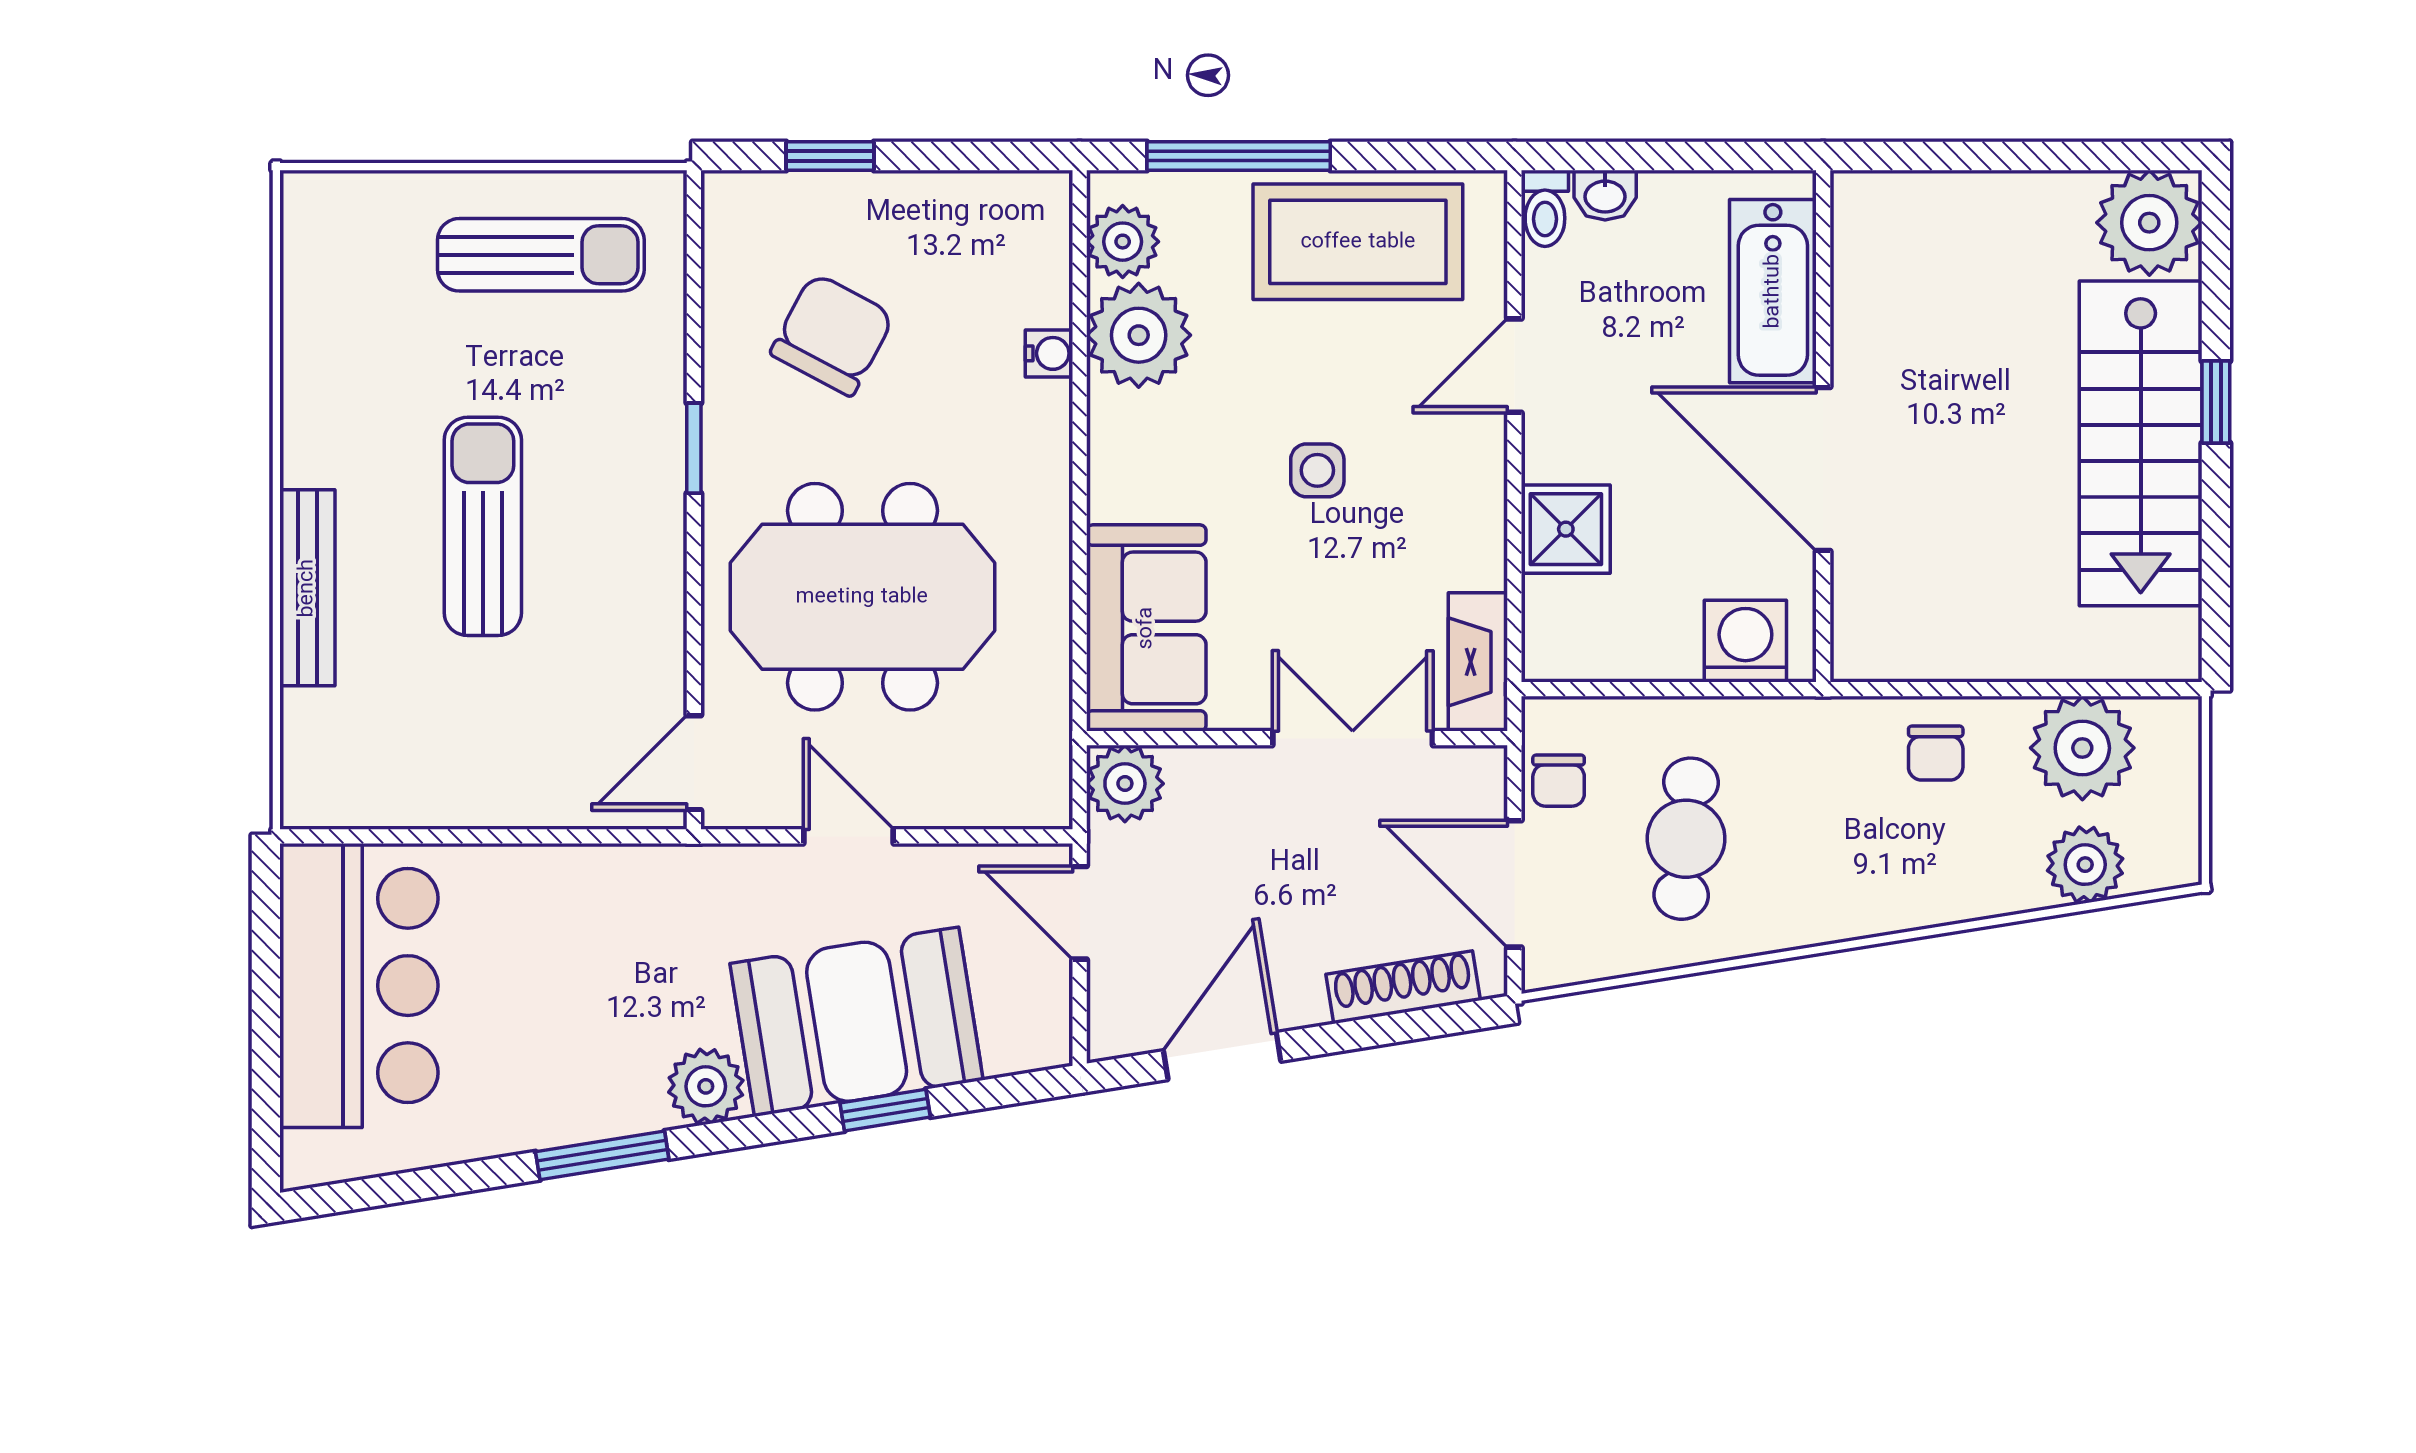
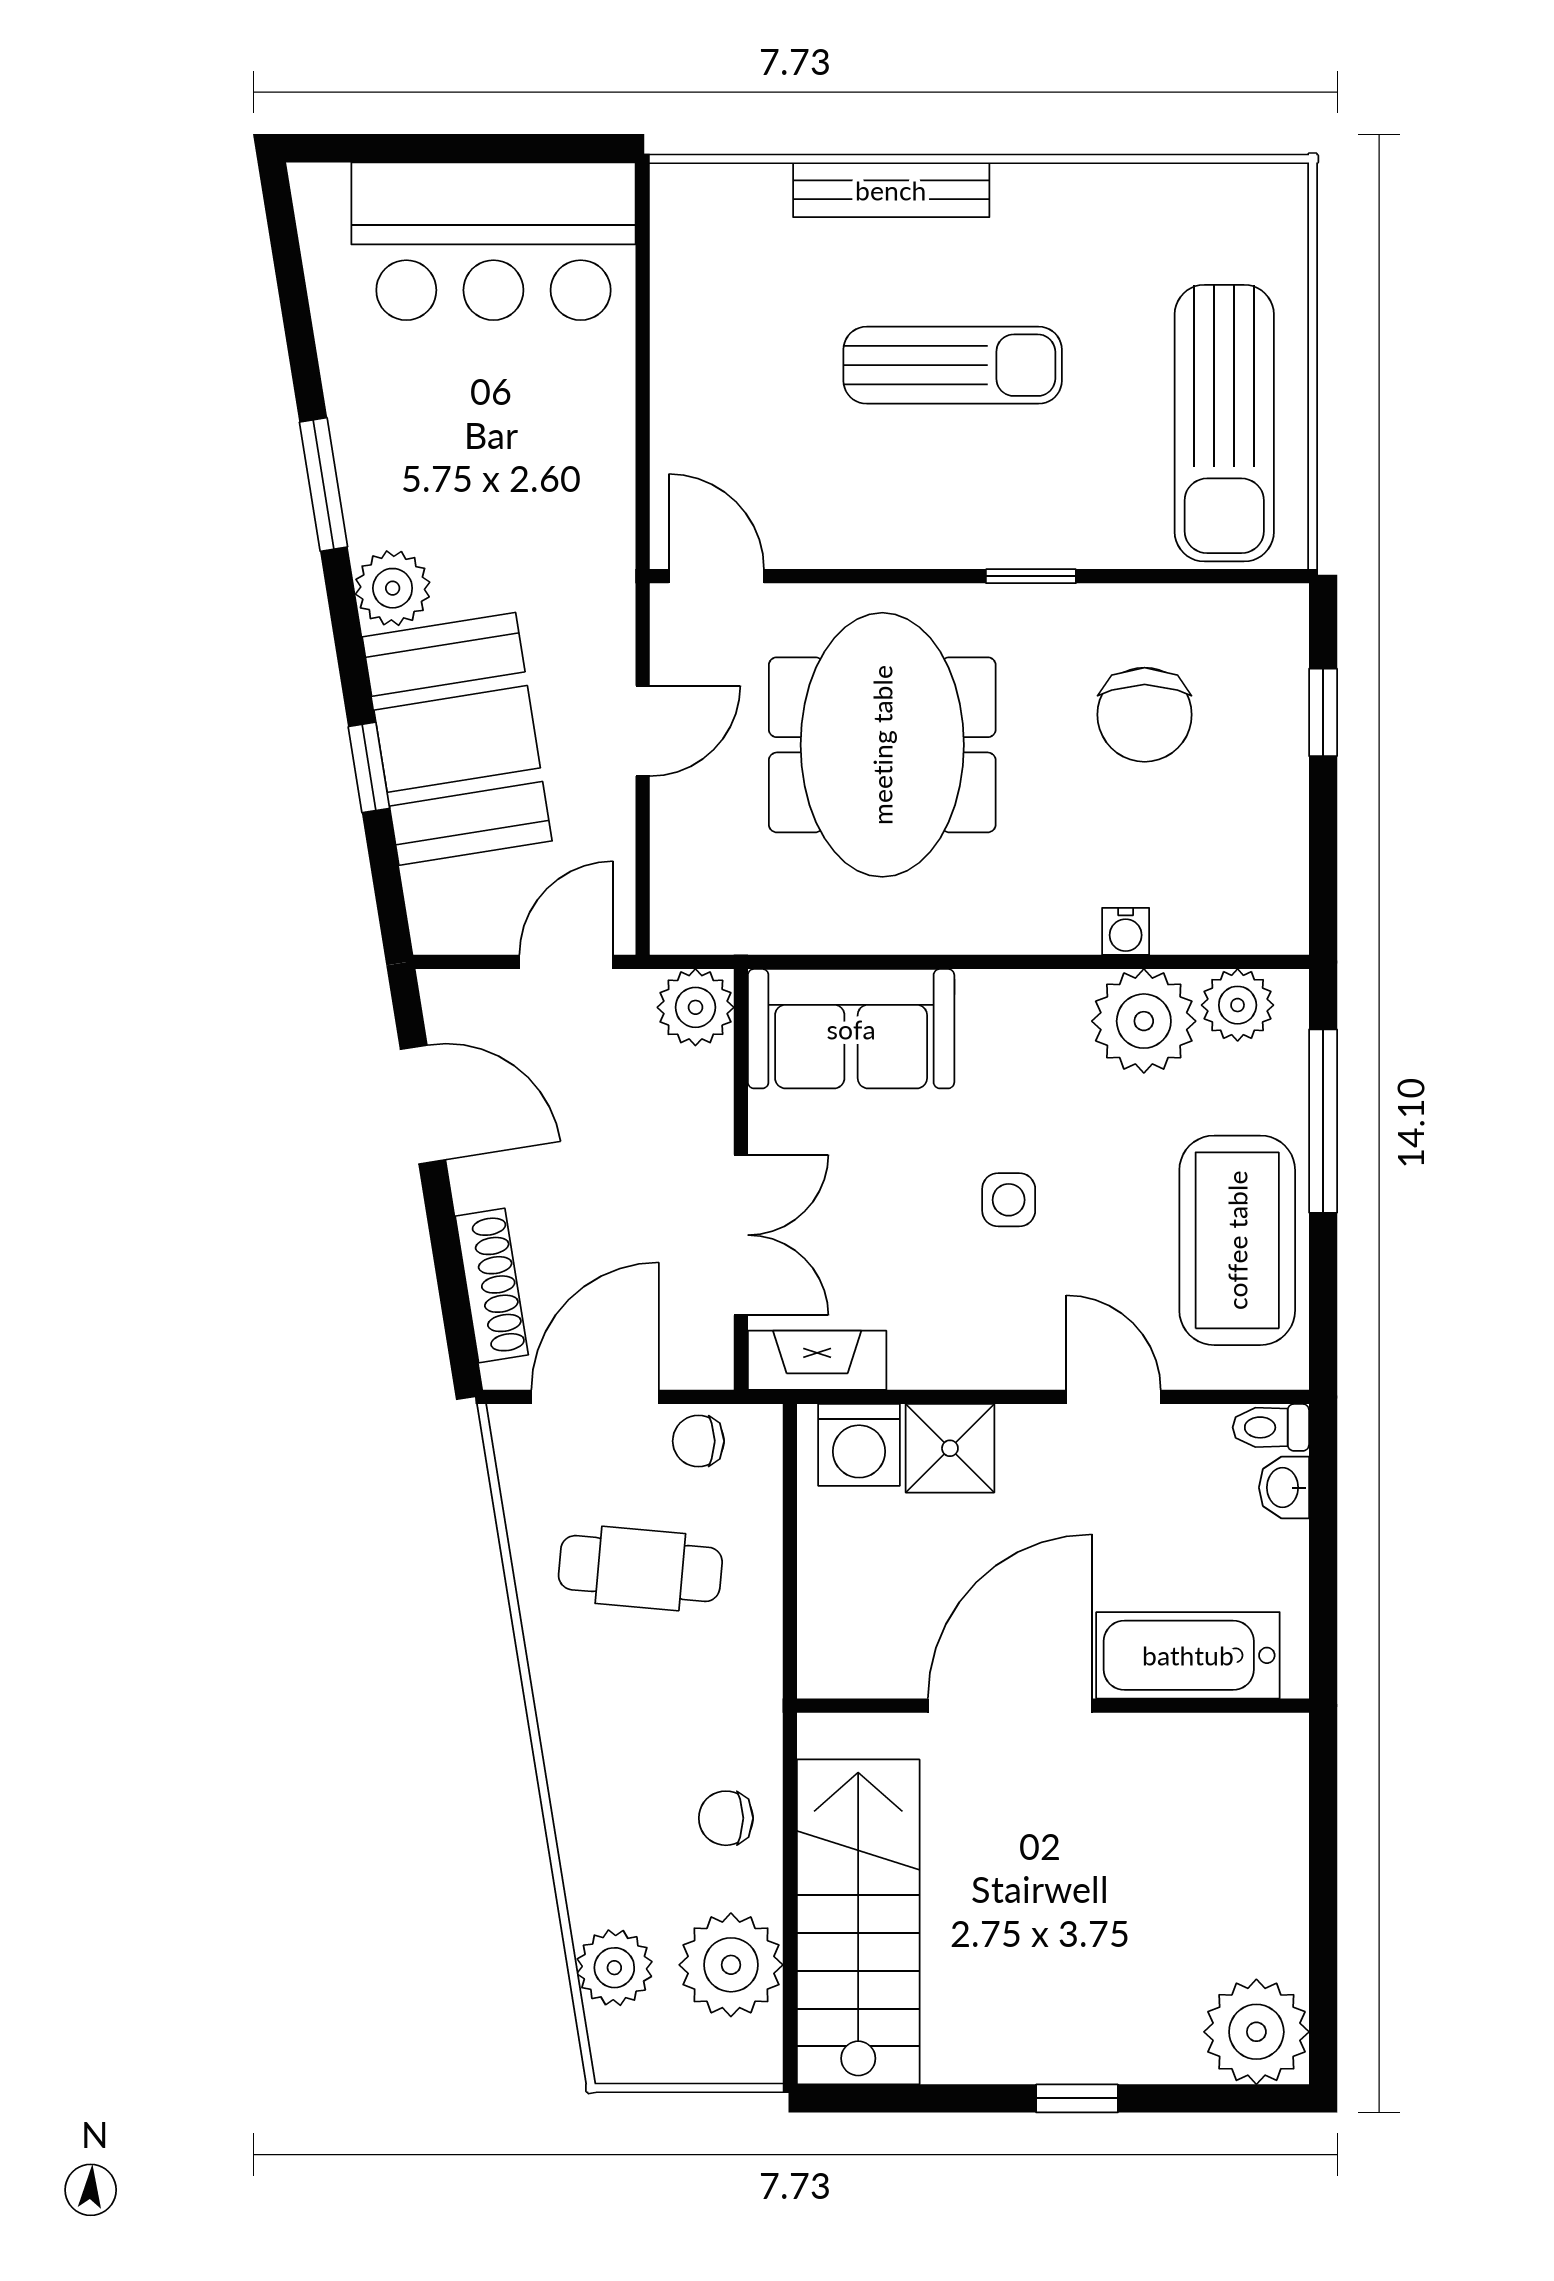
sun lounger: (541, 255) -> (1224, 423), width x1.36, depth x1.34
chair: (832, 335) -> (1145, 715), turned 62
stairs: (2141, 443) -> (858, 1922), moved, turned 90
washing machine: (1745, 641) -> (859, 1445), moved, turned 90

